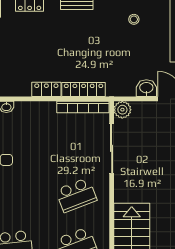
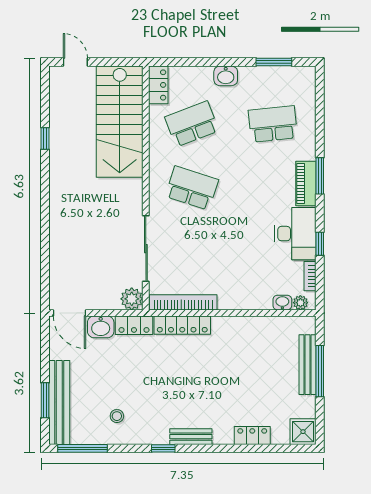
locker: (46, 89) -> (134, 325), moved
school desk: (76, 195) -> (192, 188), turned 39

